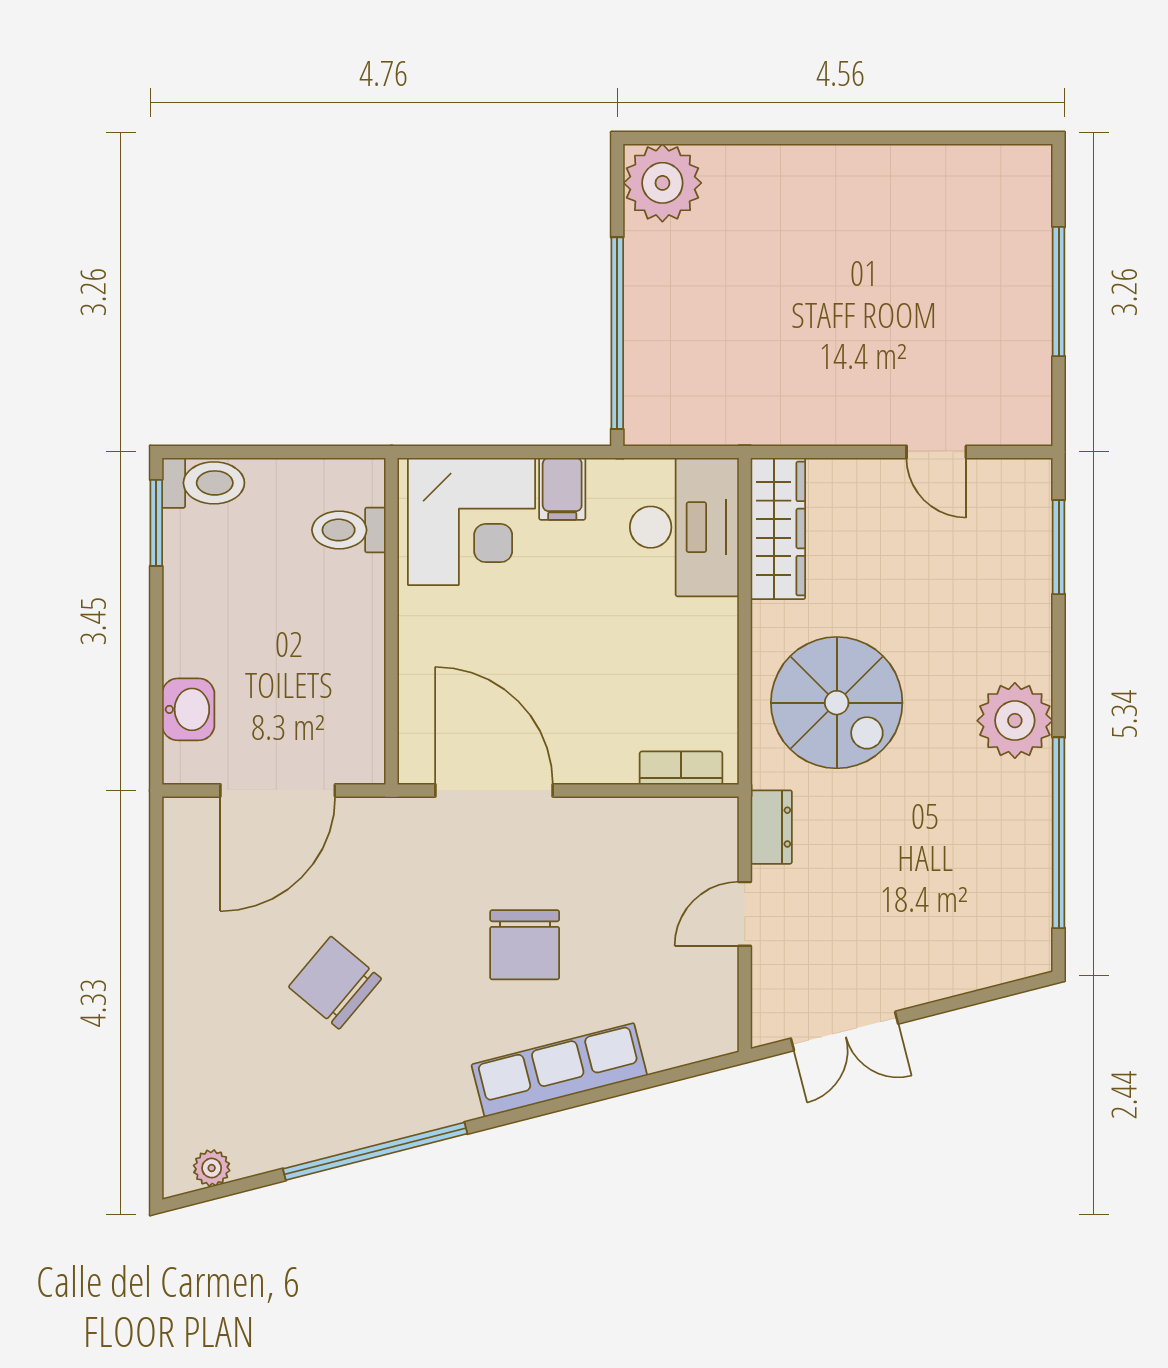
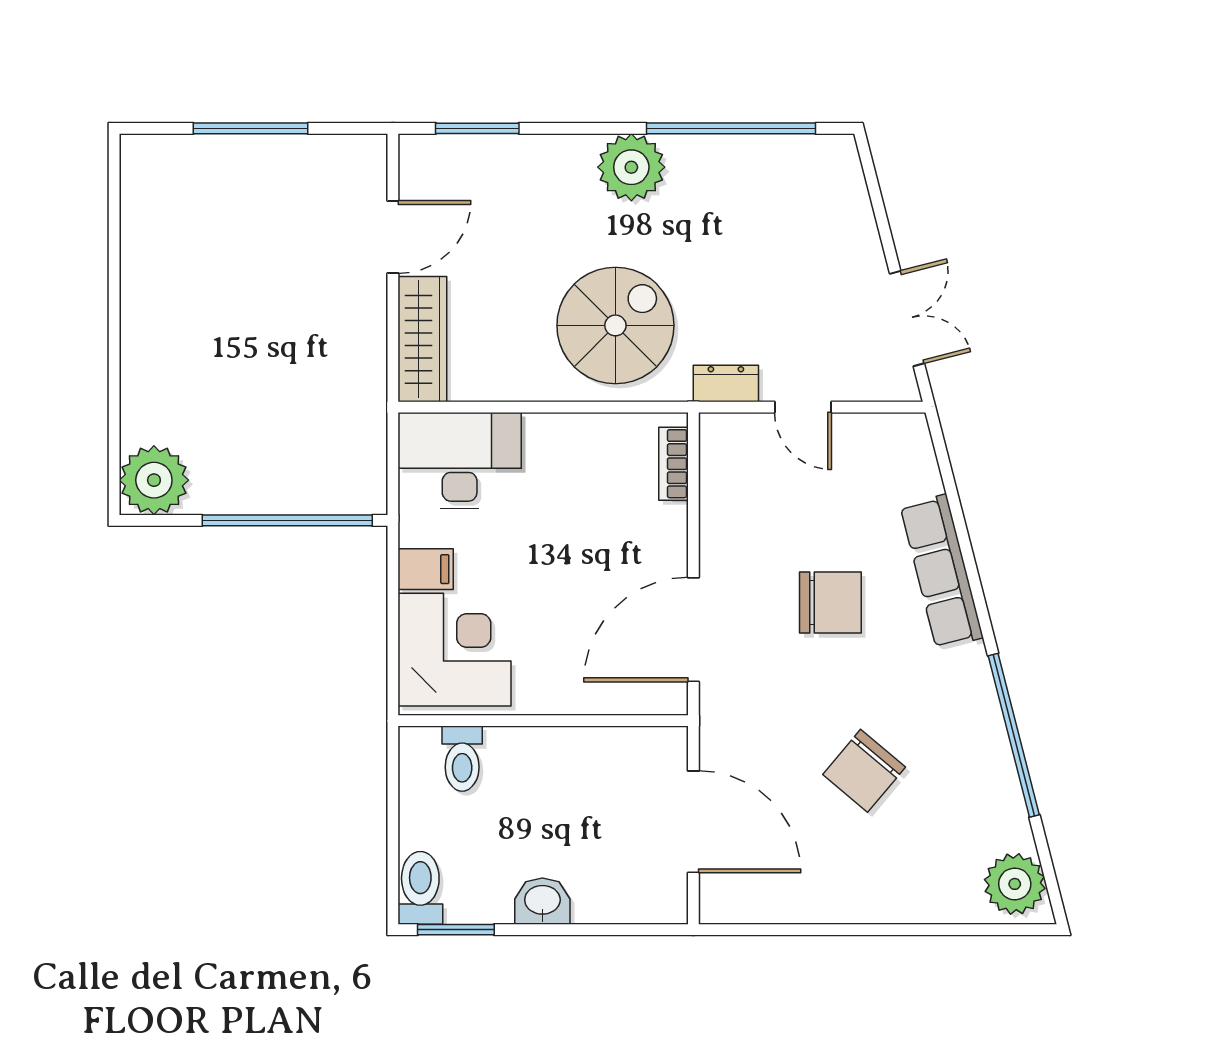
door: (936, 452) -> (393, 237), width x1.38
wardrobe: (778, 529) -> (422, 339), moved, turned 90
washbasin: (188, 709) -> (542, 901), moved
plant: (212, 1168) -> (1015, 884), width x1.88, depth x1.88

